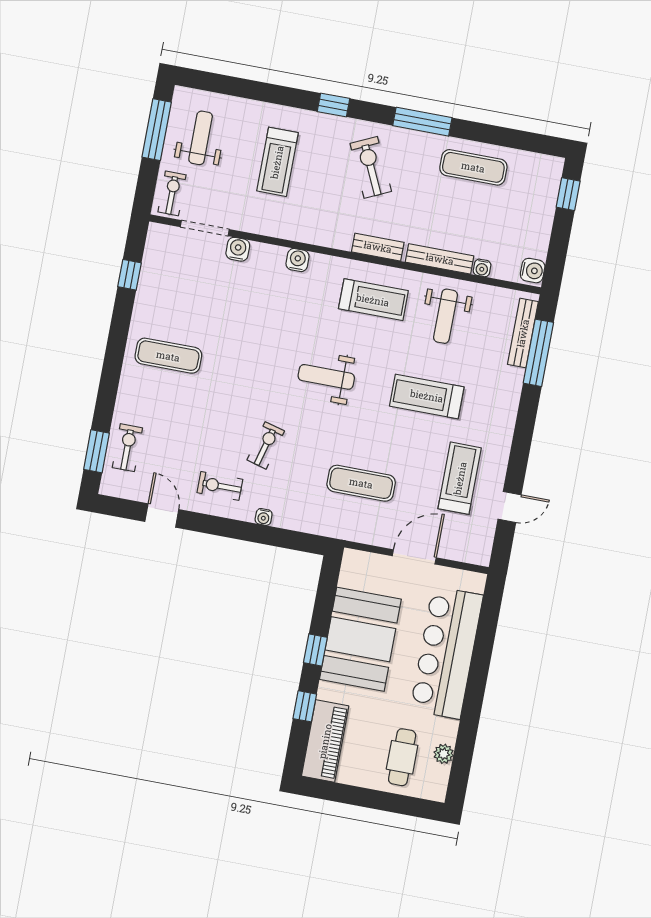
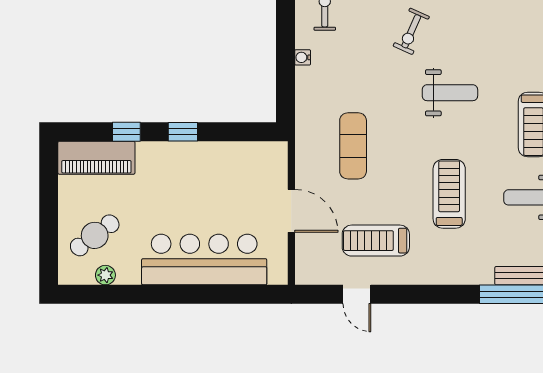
weight bench: (326, 377) -> (450, 93), turned 90
exercise bike: (266, 445) -> (411, 31), moved, turned 99
treadmill: (460, 478) -> (376, 241), turned 180
booth: (360, 639) -> (202, 174), removed
cafe table: (402, 757) -> (95, 235), turned -37

